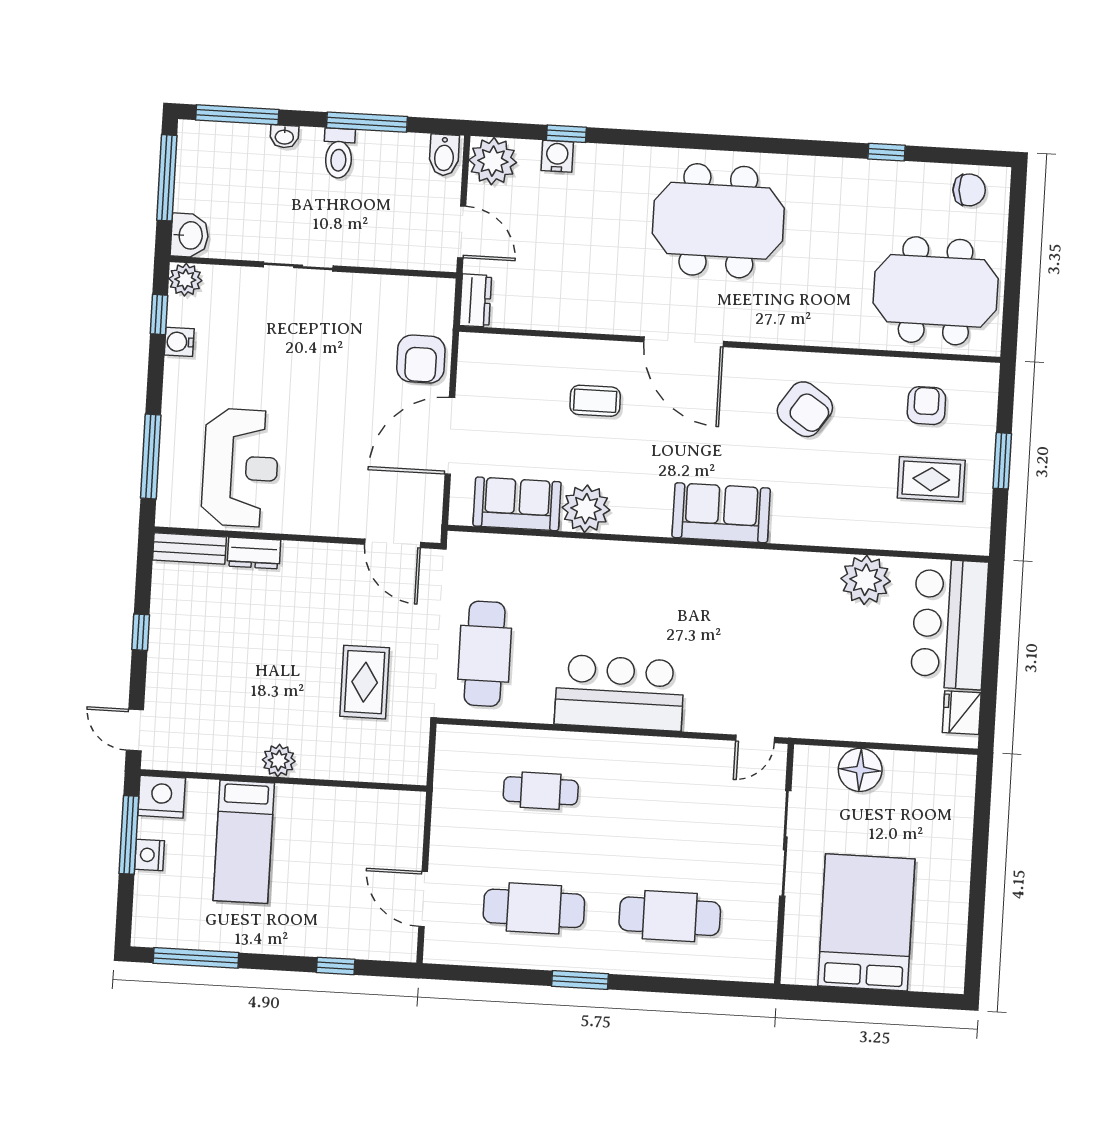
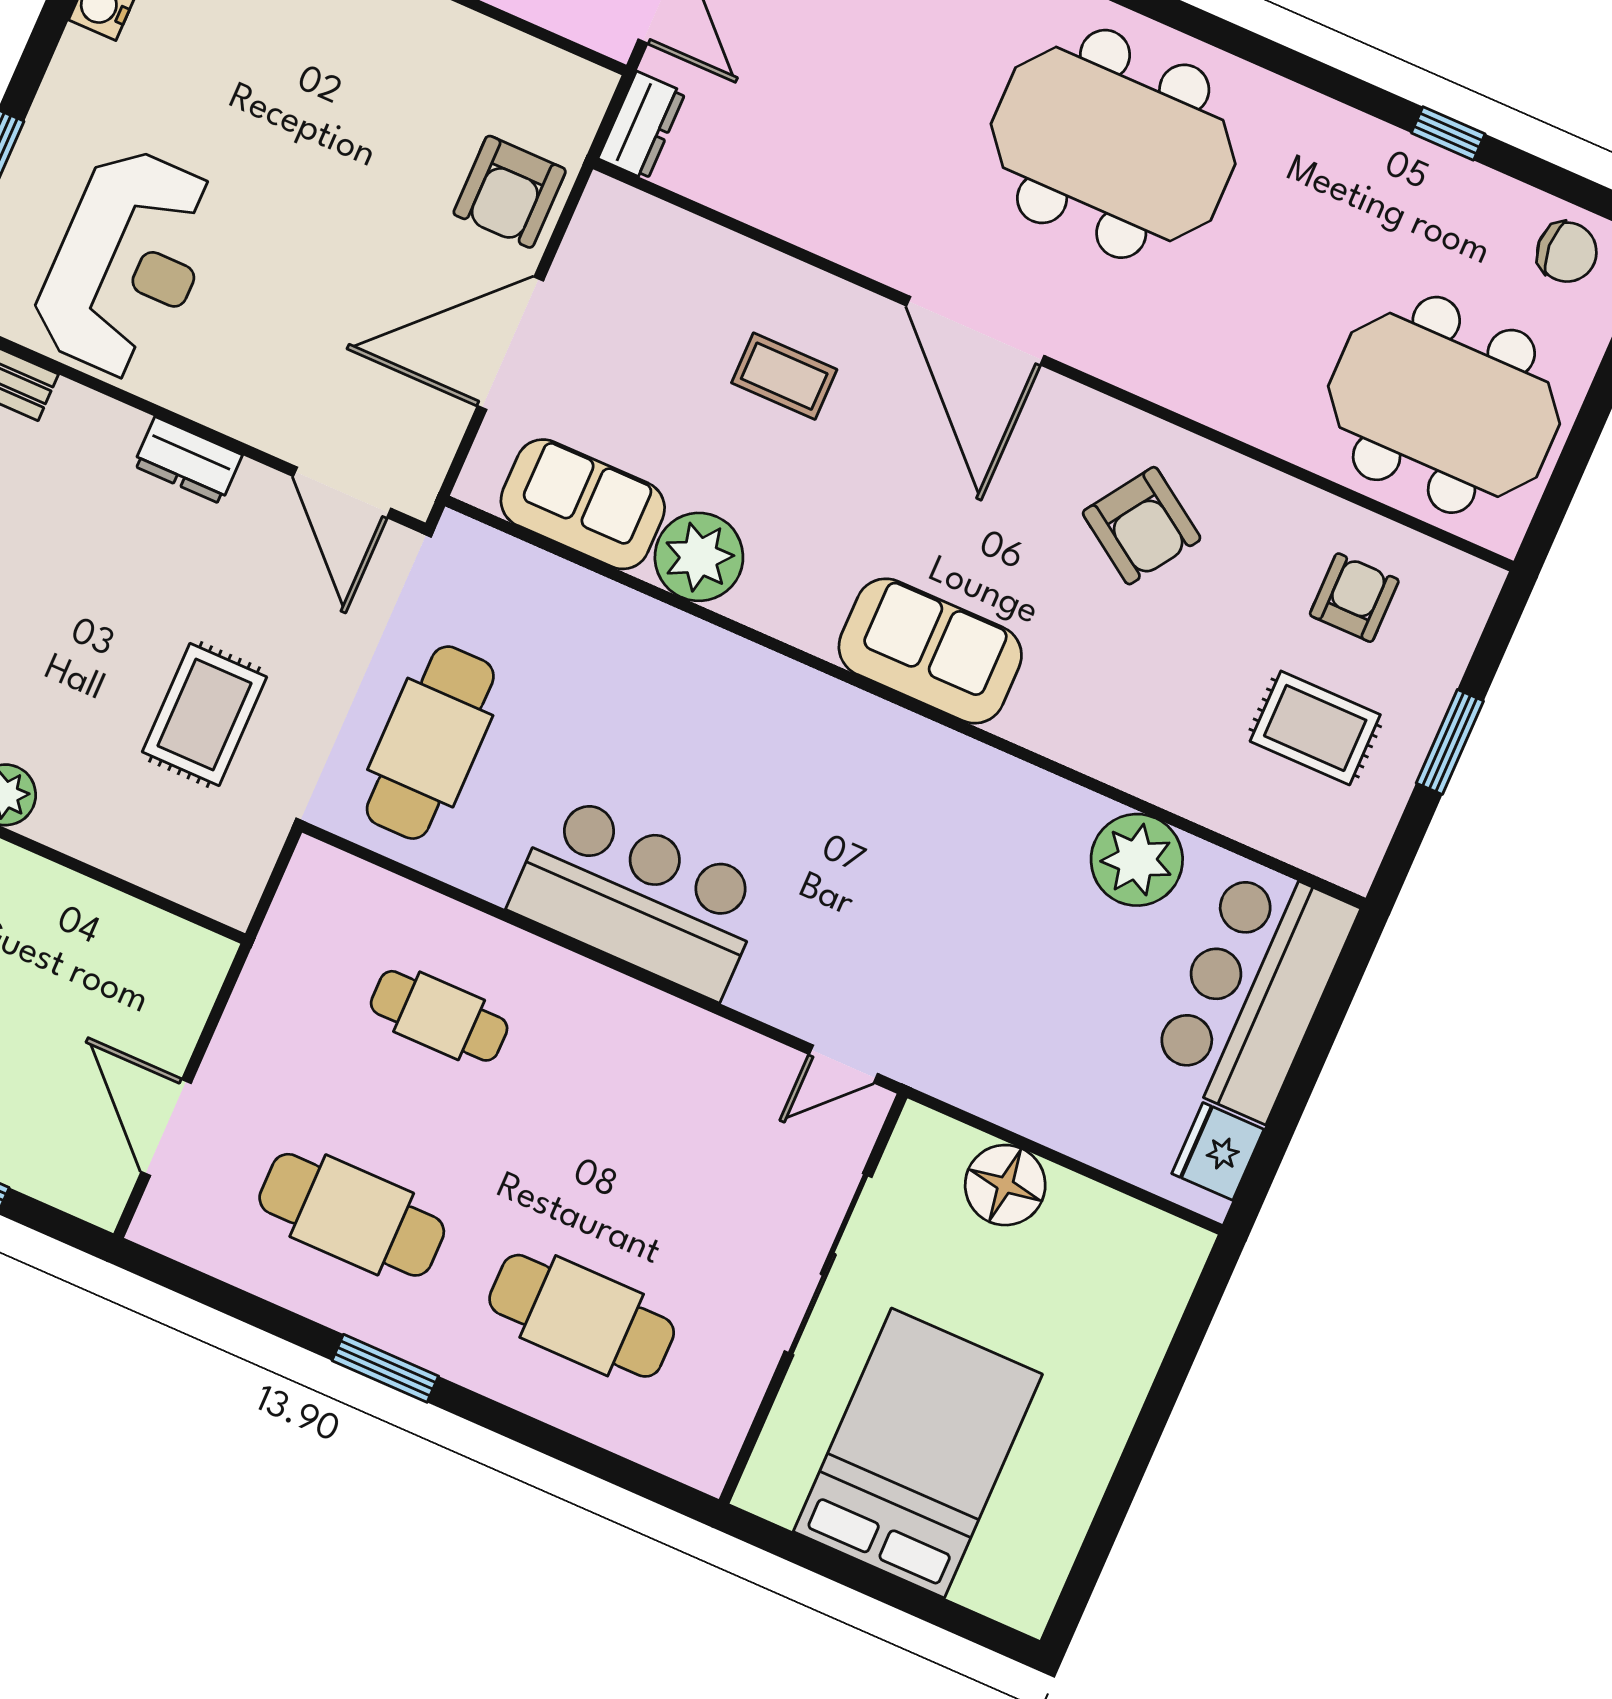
dresser: (254, 553) -> (188, 460), moved

